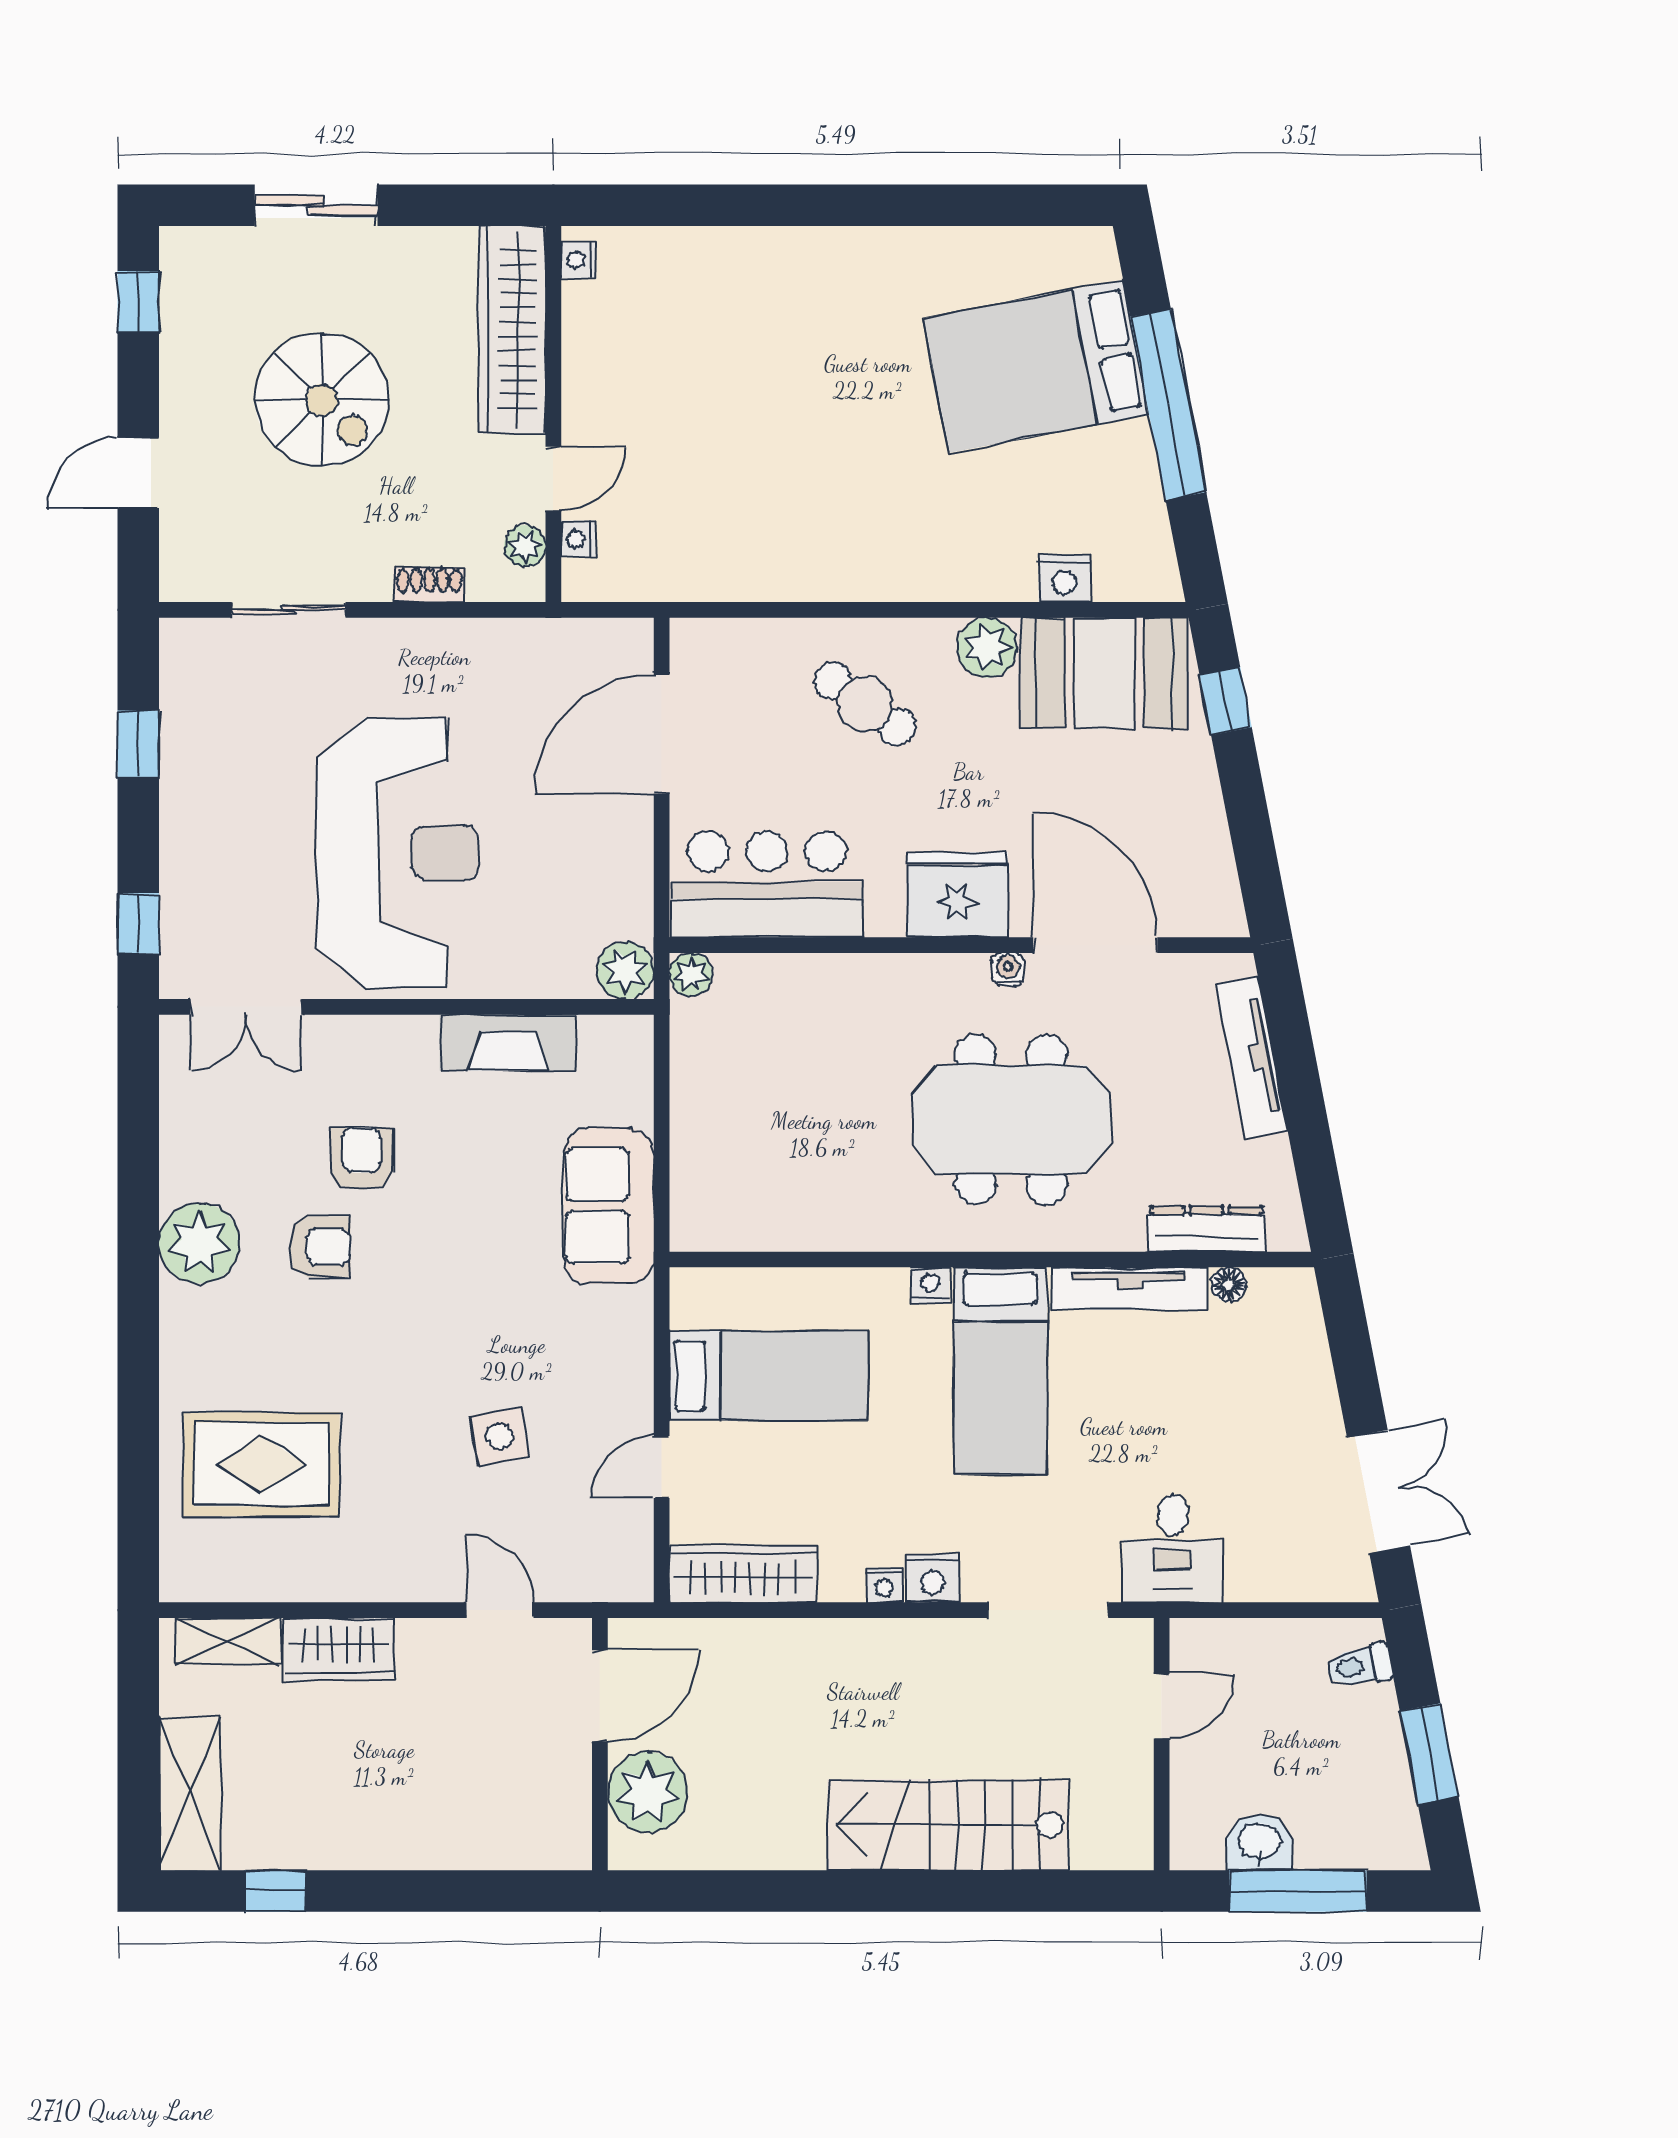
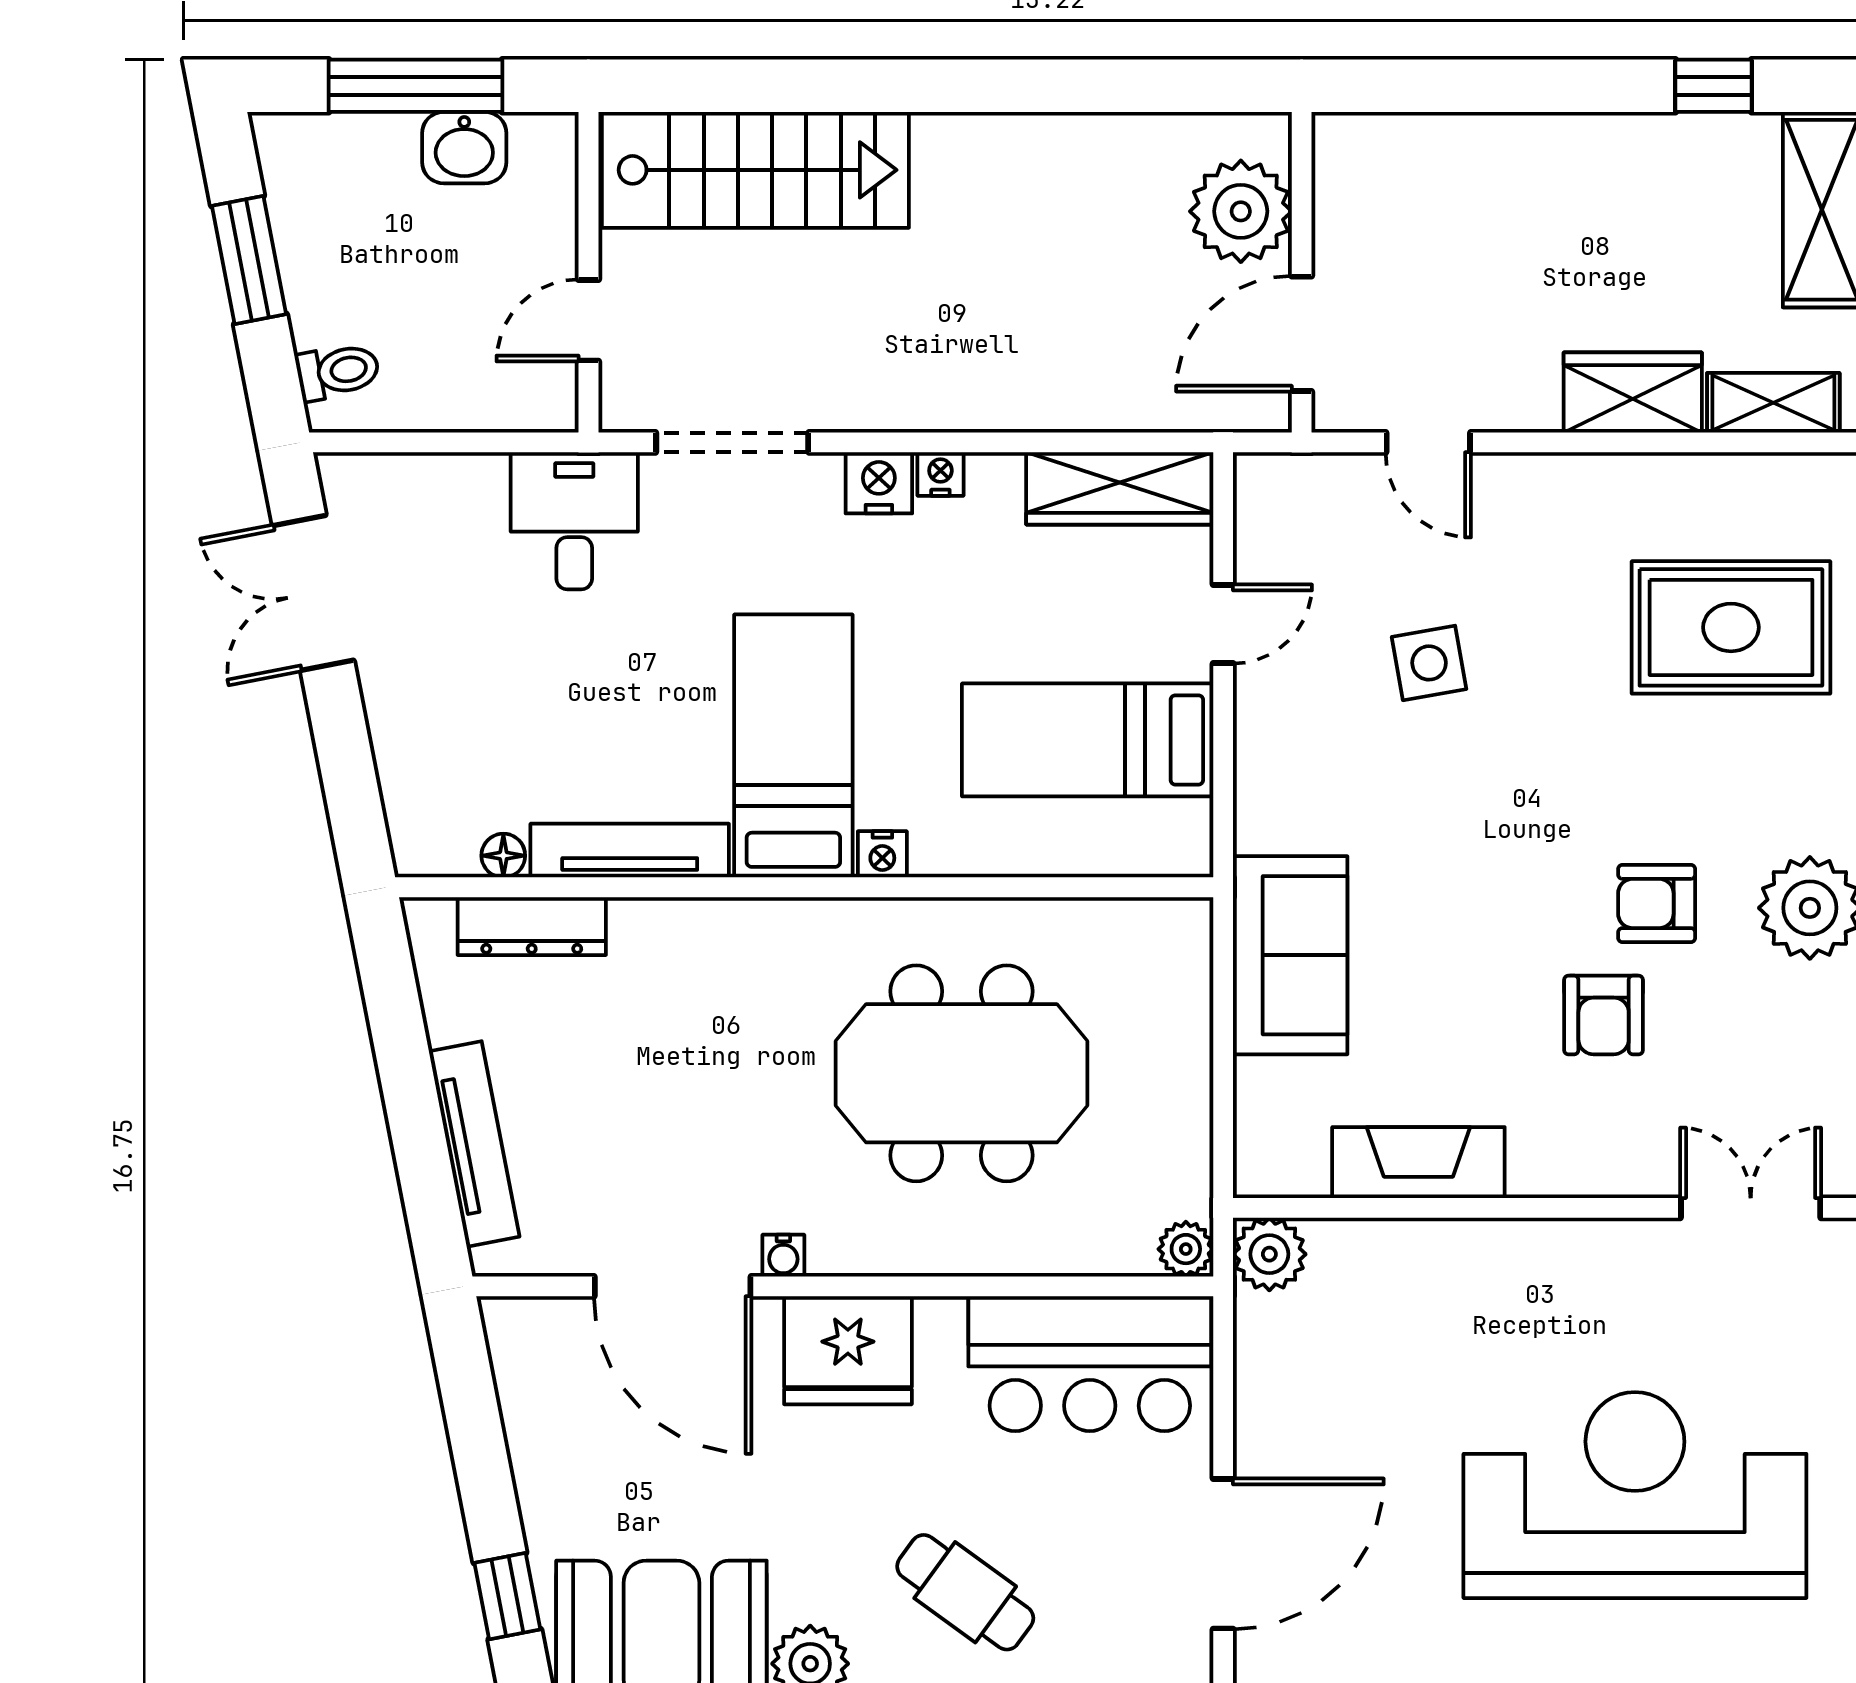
reception desk: (398, 853) -> (1635, 1495), moved, turned 90
meeting table: (1011, 1120) -> (961, 1073), moved
stairs: (948, 1825) -> (755, 170), moved

